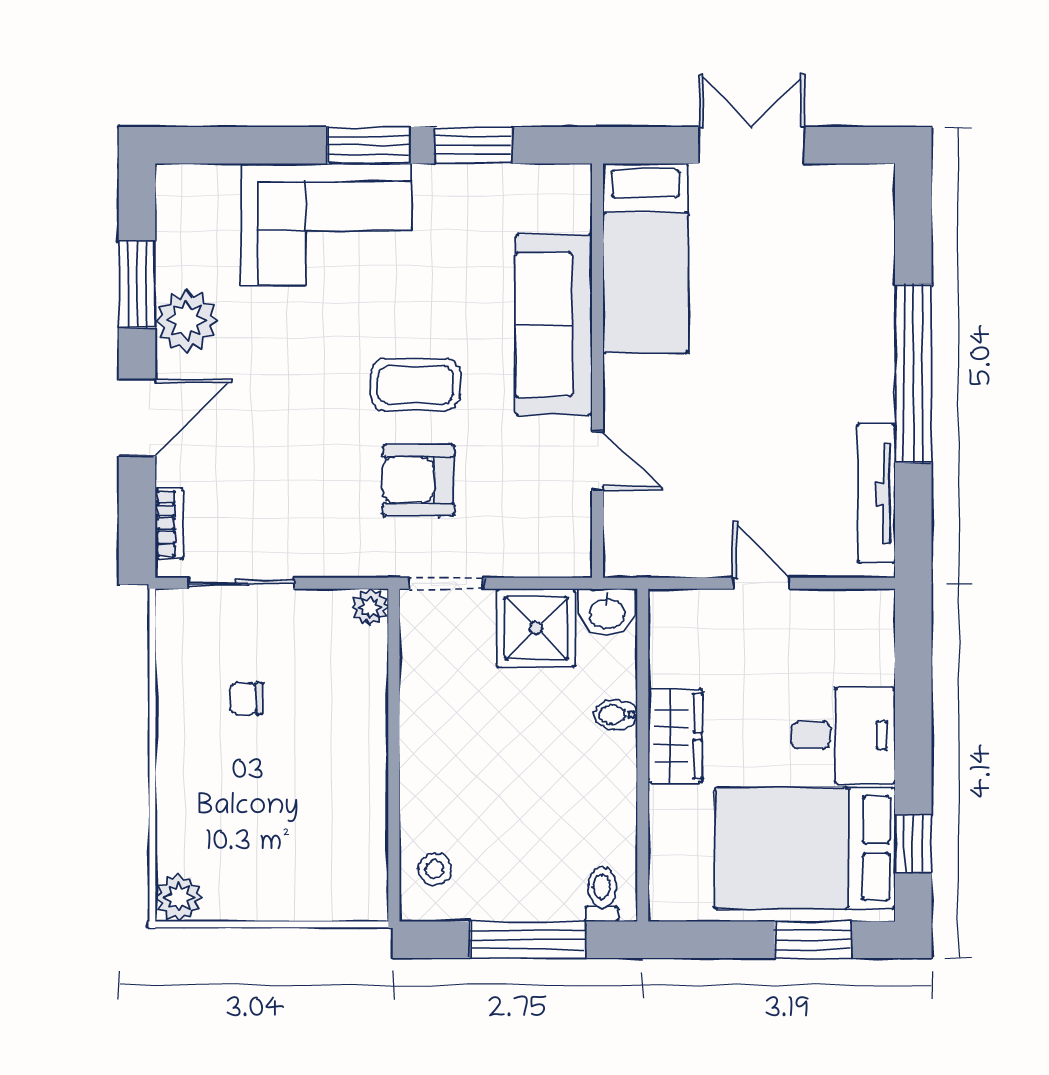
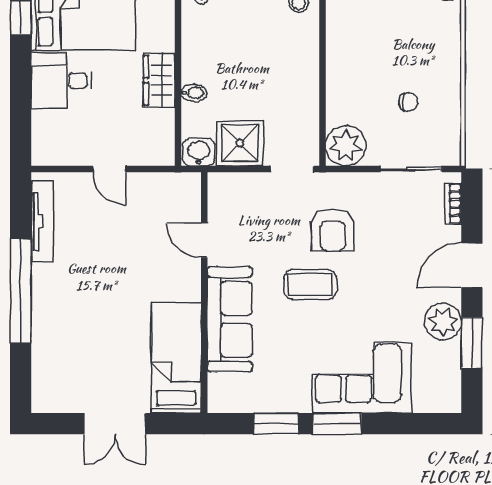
armchair: (419, 480) -> (333, 230), moved, turned 90
plant: (370, 607) -> (346, 146), width x1.88, depth x1.88

